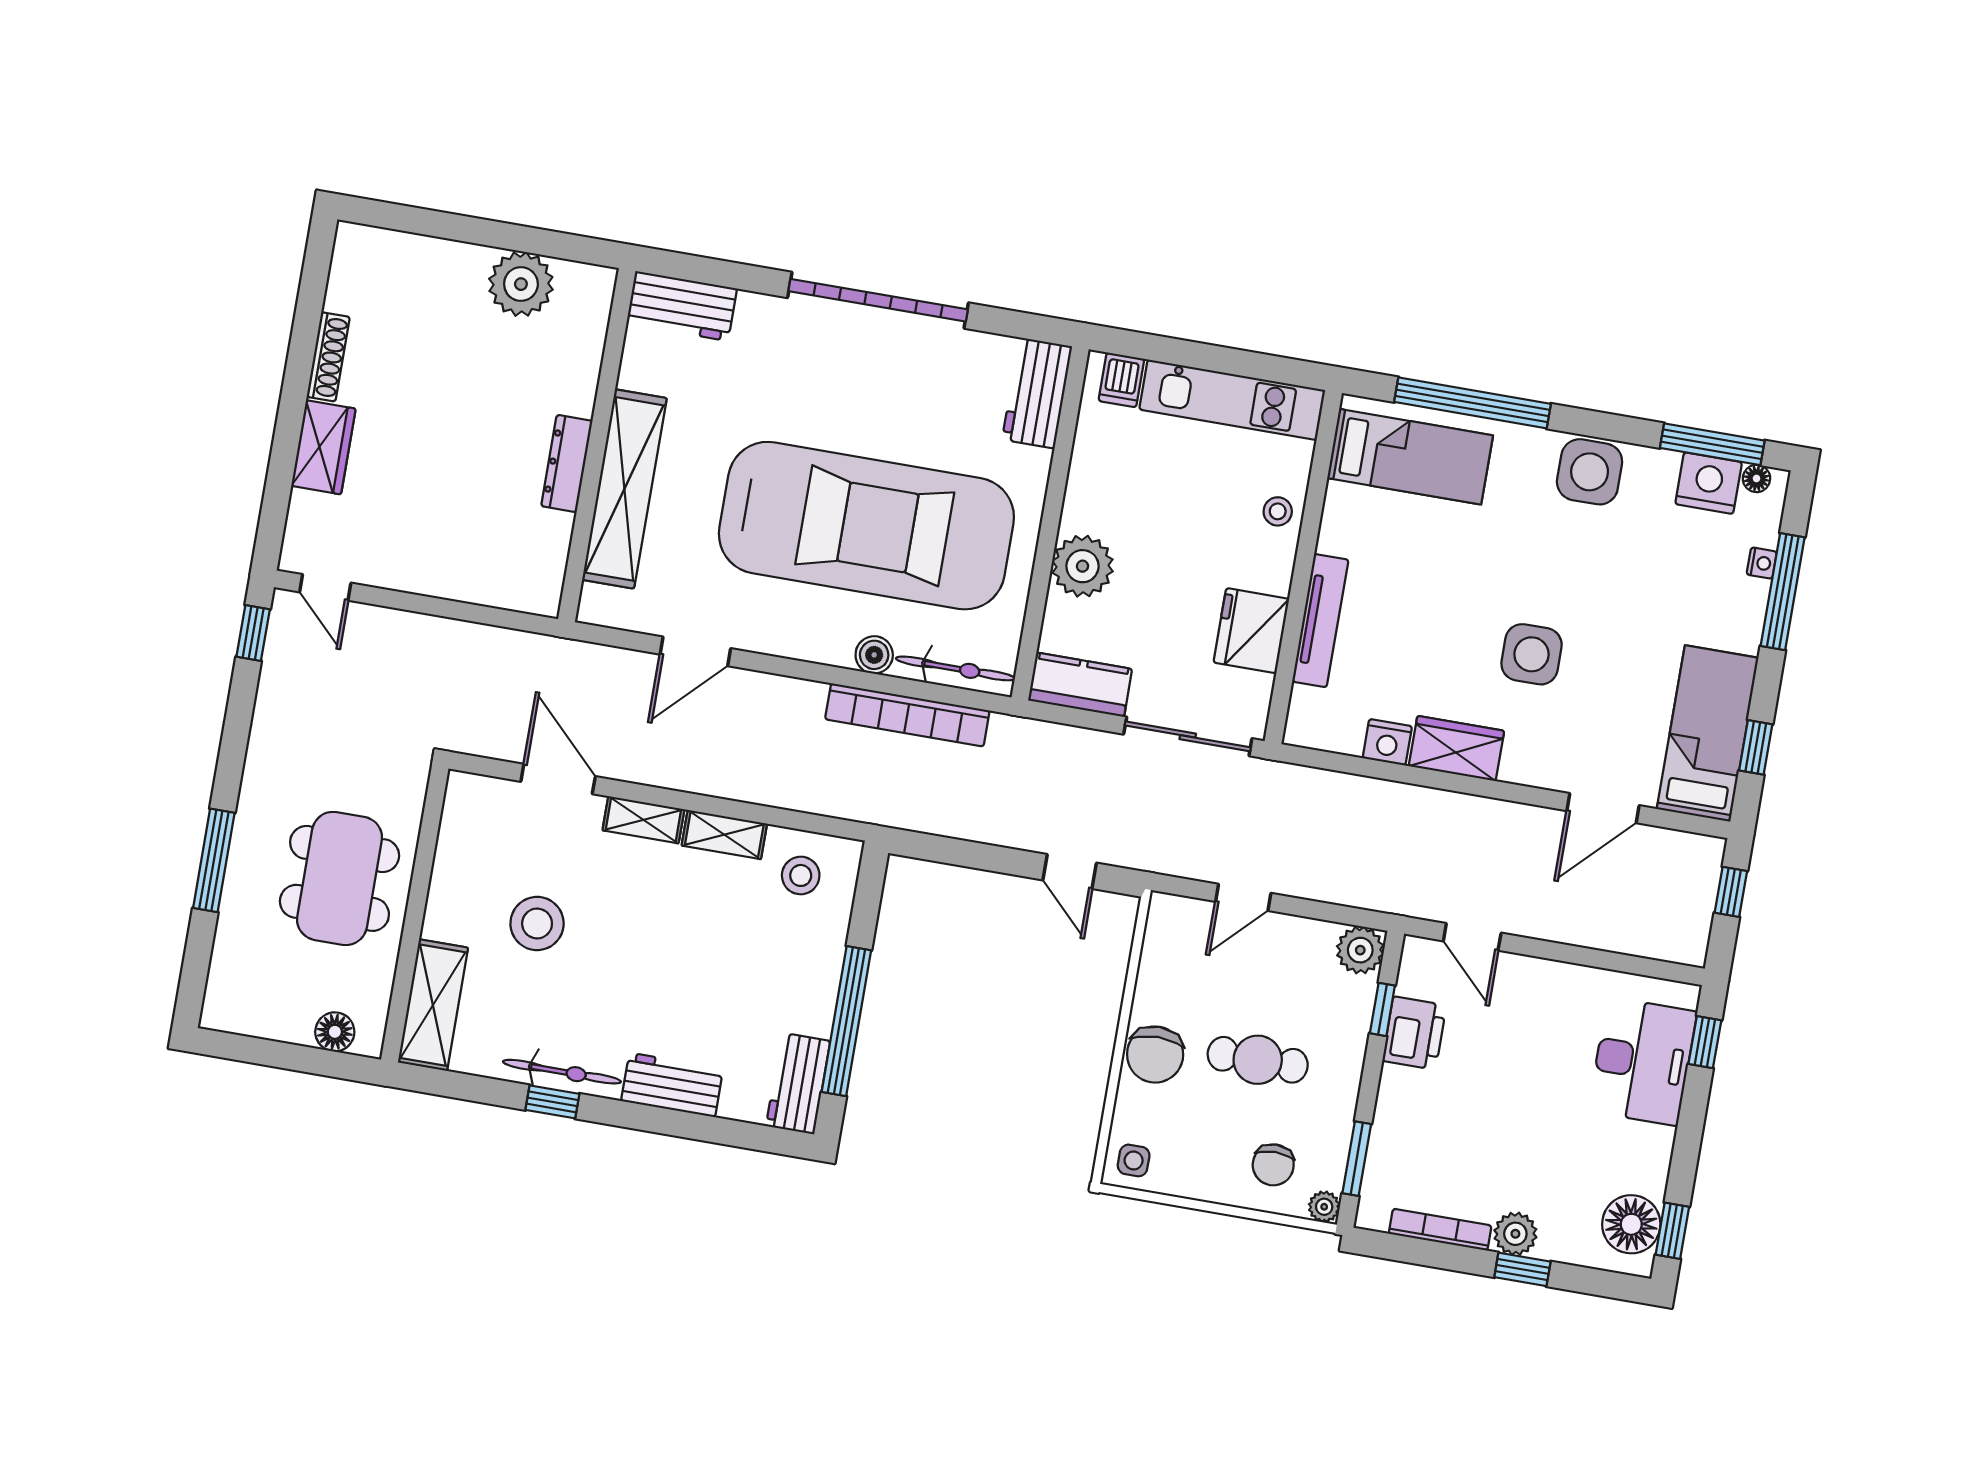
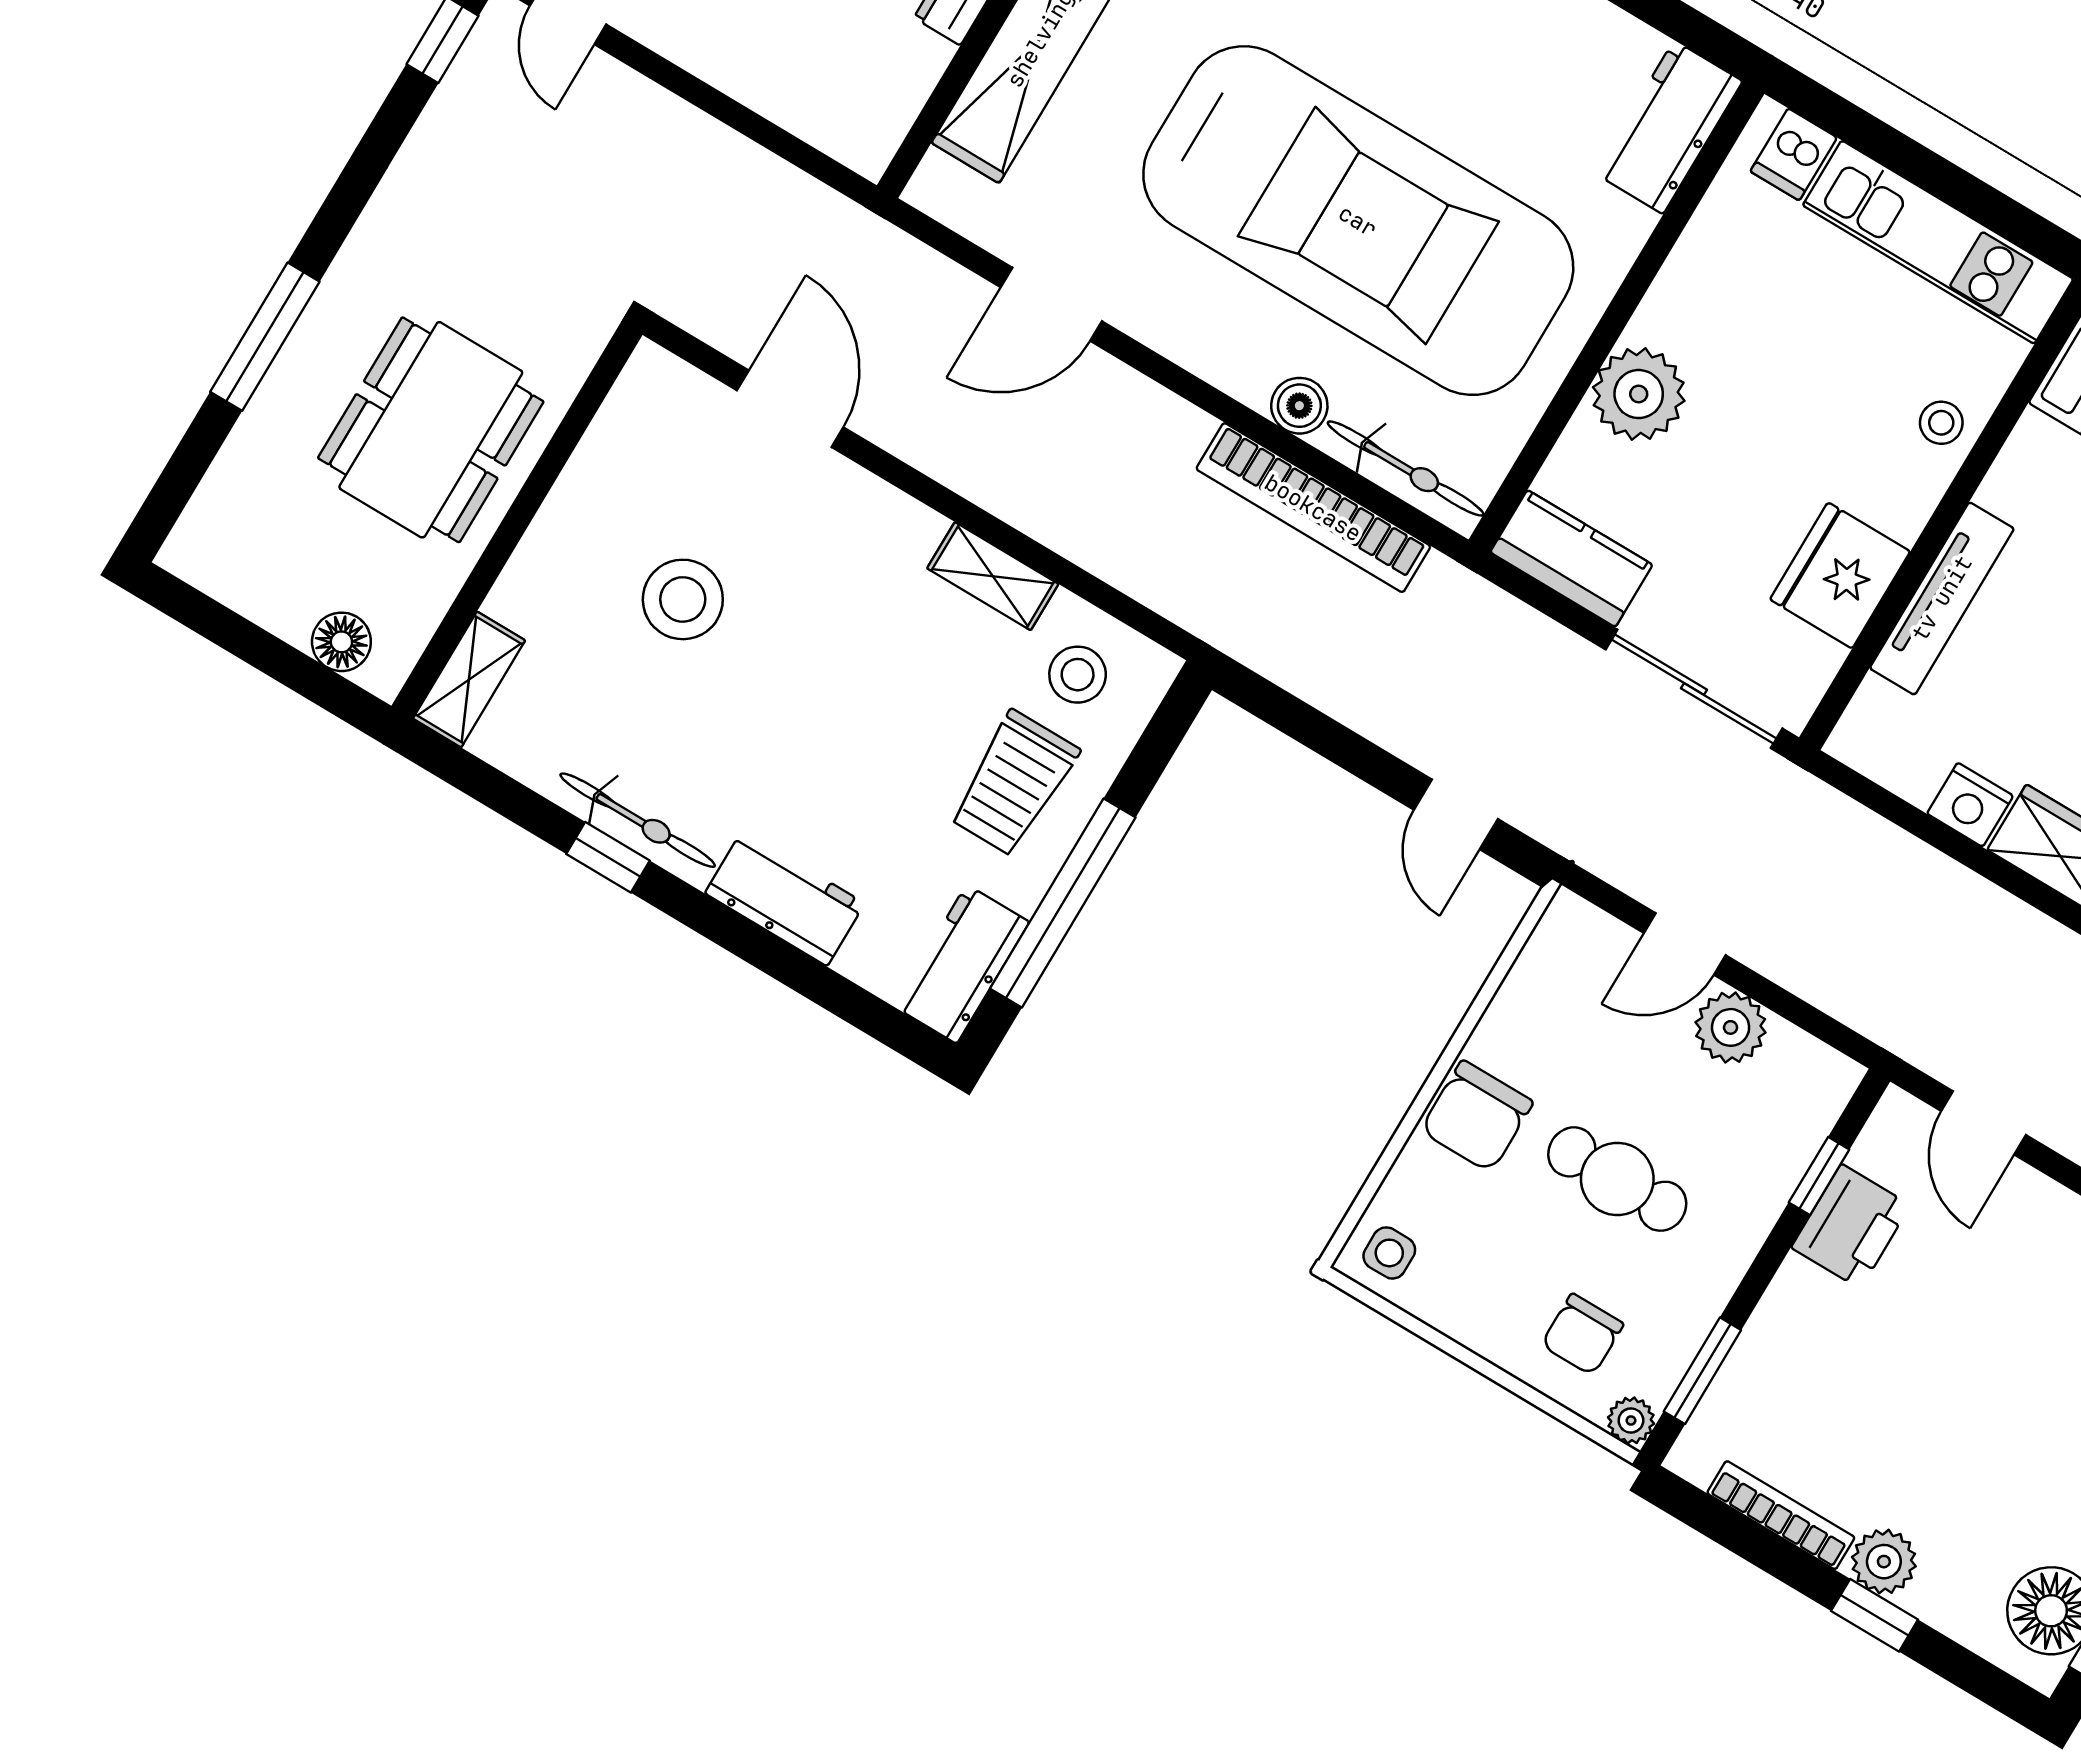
shelving: (643, 820) -> (888, 512), removed
plant: (1360, 950) -> (1731, 1027), moved
trolley: (787, 959) -> (1014, 783), added
shelving: (433, 1005) -> (469, 679), width x0.67, depth x0.75

